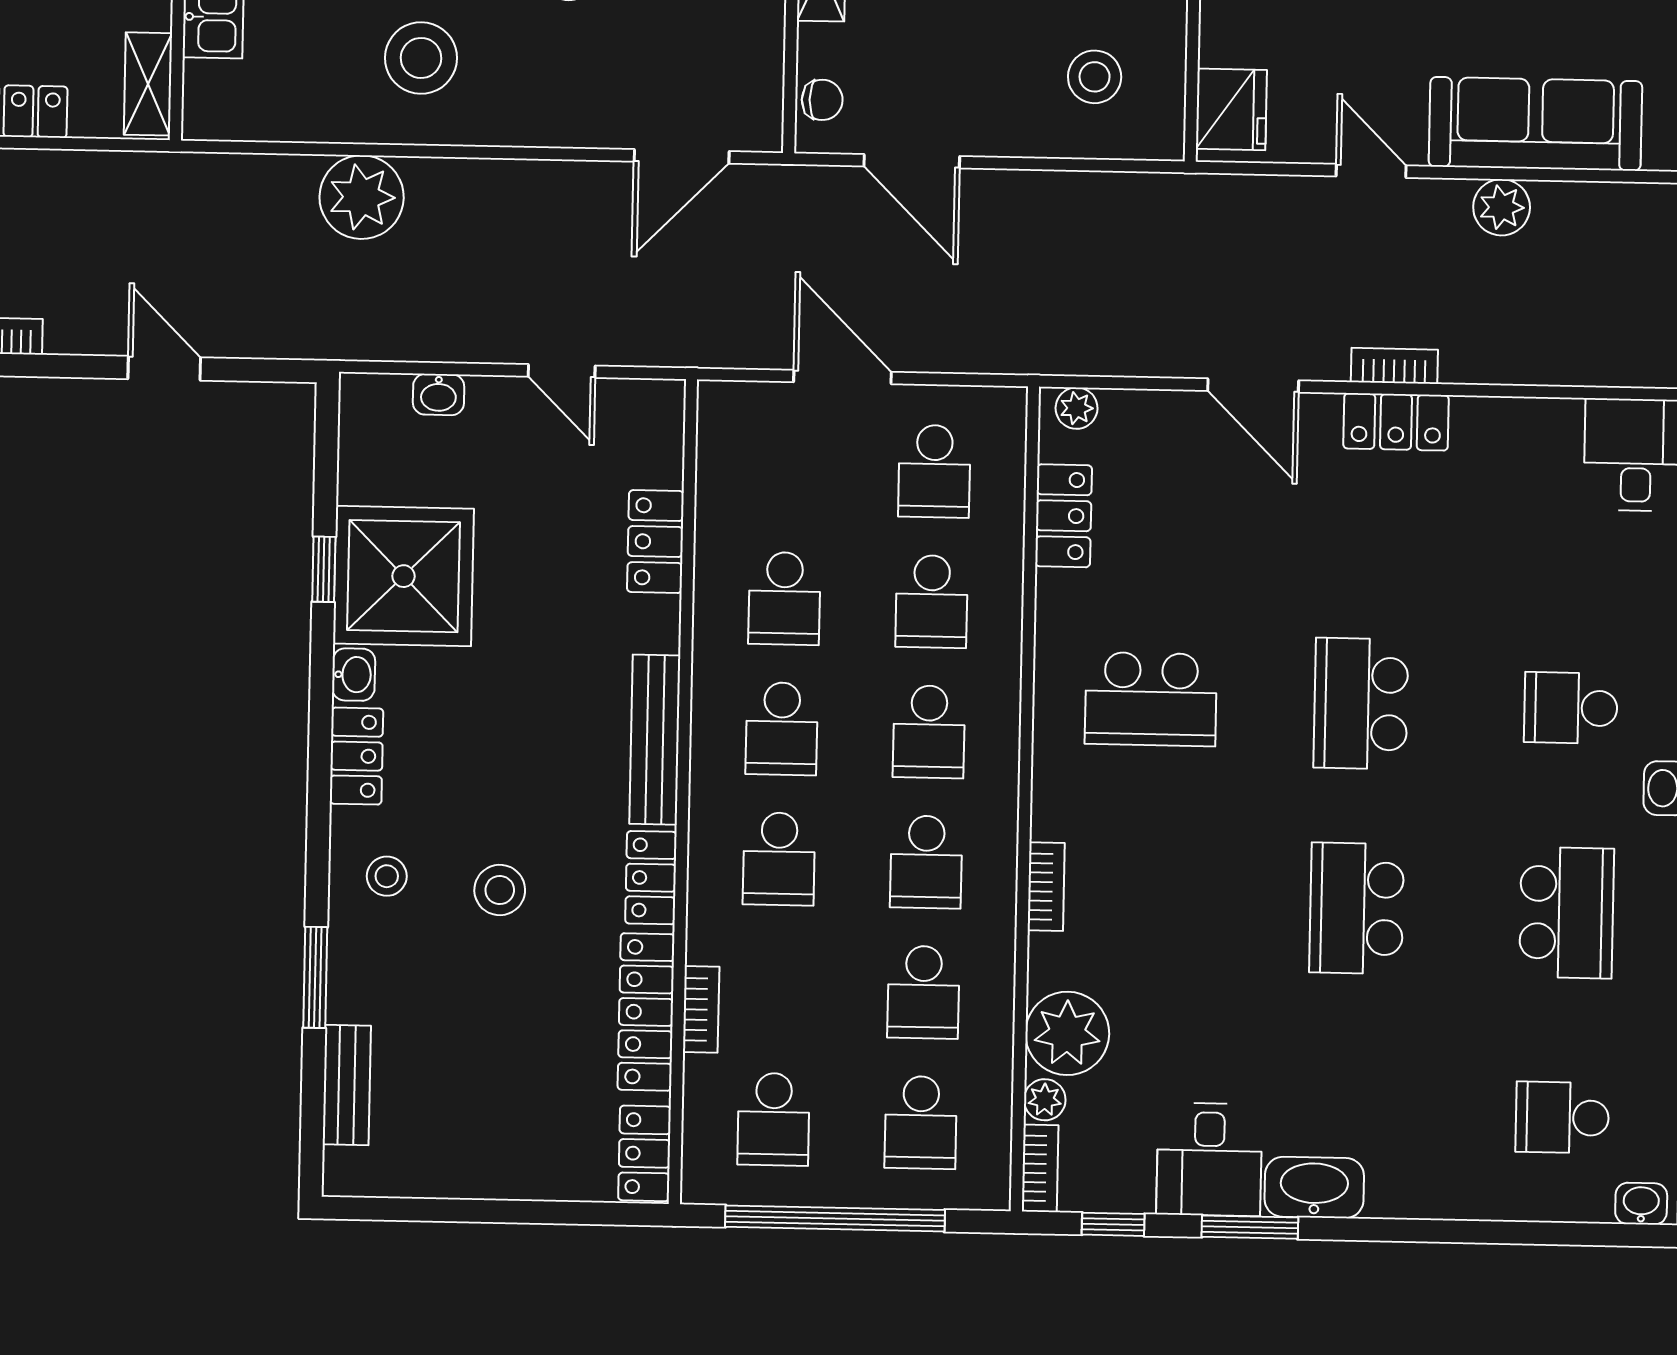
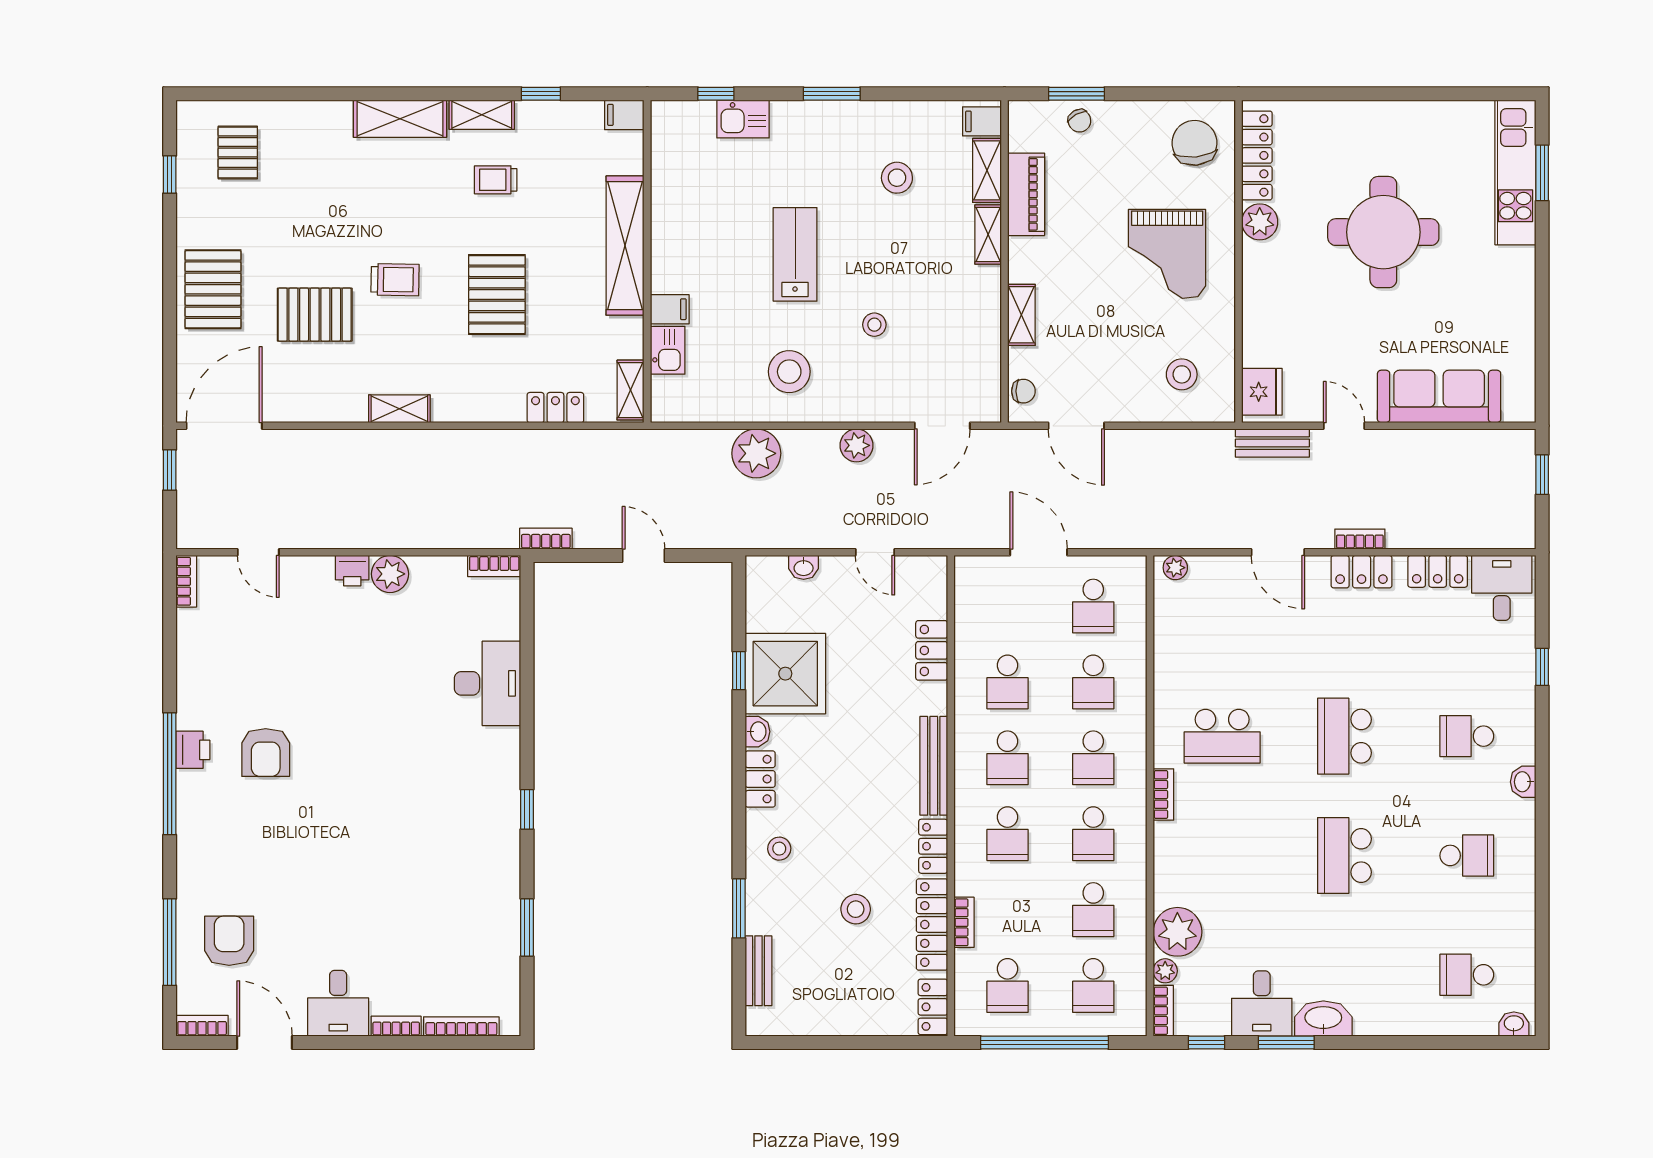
bench: (1248, 198) -> (1272, 443), added
plant: (1502, 207) -> (856, 445), moved
locker: (1064, 516) -> (1438, 571), moved, turned 90
bookcase: (1046, 887) -> (1163, 794), moved
stool: (500, 890) -> (856, 909), moved
school desk: (1567, 913) -> (1467, 855), width x0.54

